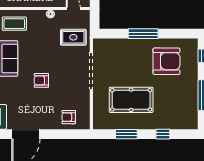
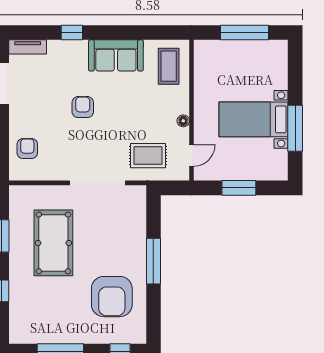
rug: (73, 37) -> (148, 156), turned 90

